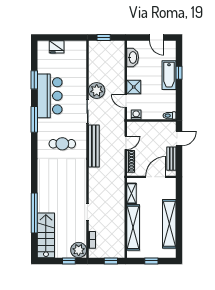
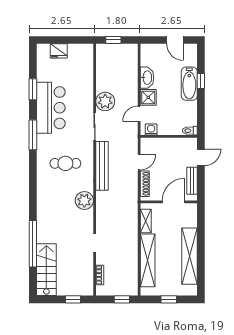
washbasin: (133, 57) -> (147, 78), moved
door: (126, 101) -> (139, 114), hinge flipped
plant: (79, 250) -> (84, 201), moved

